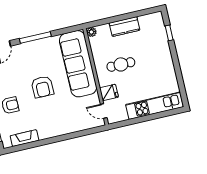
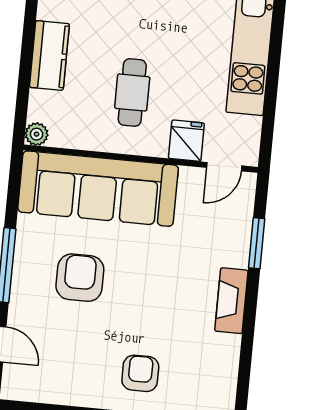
armchair: (42, 87) -> (80, 278), moved, turned -90
window: (78, 134) -> (257, 243), added
fireplace: (25, 138) -> (231, 301), moved

